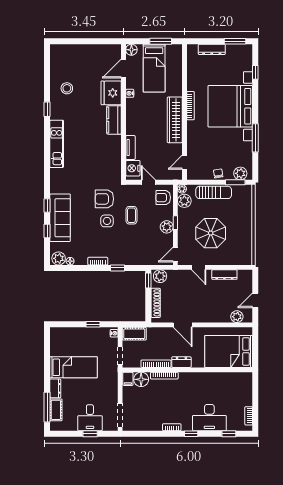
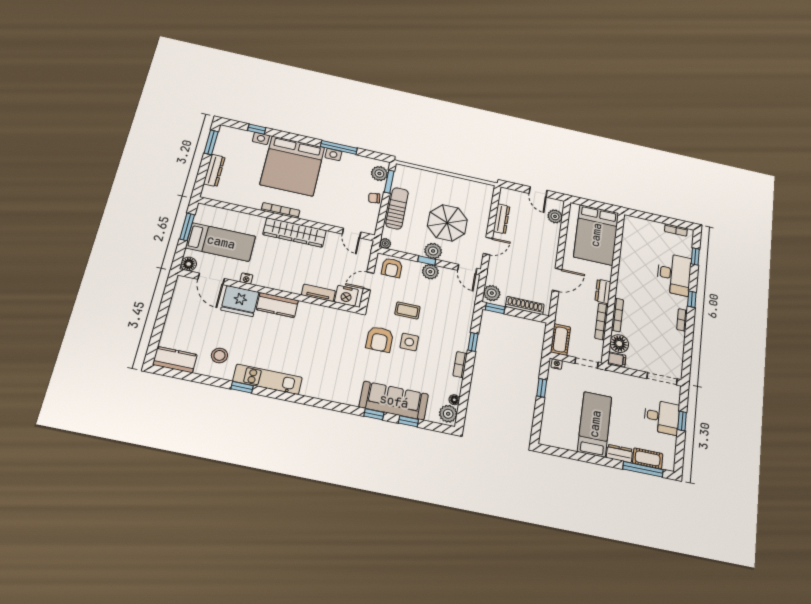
kitchen counter: (57, 58) -> (175, 360), added
kitchen unit: (57, 144) -> (267, 379), moved
plant: (184, 201) -> (433, 251), moved

